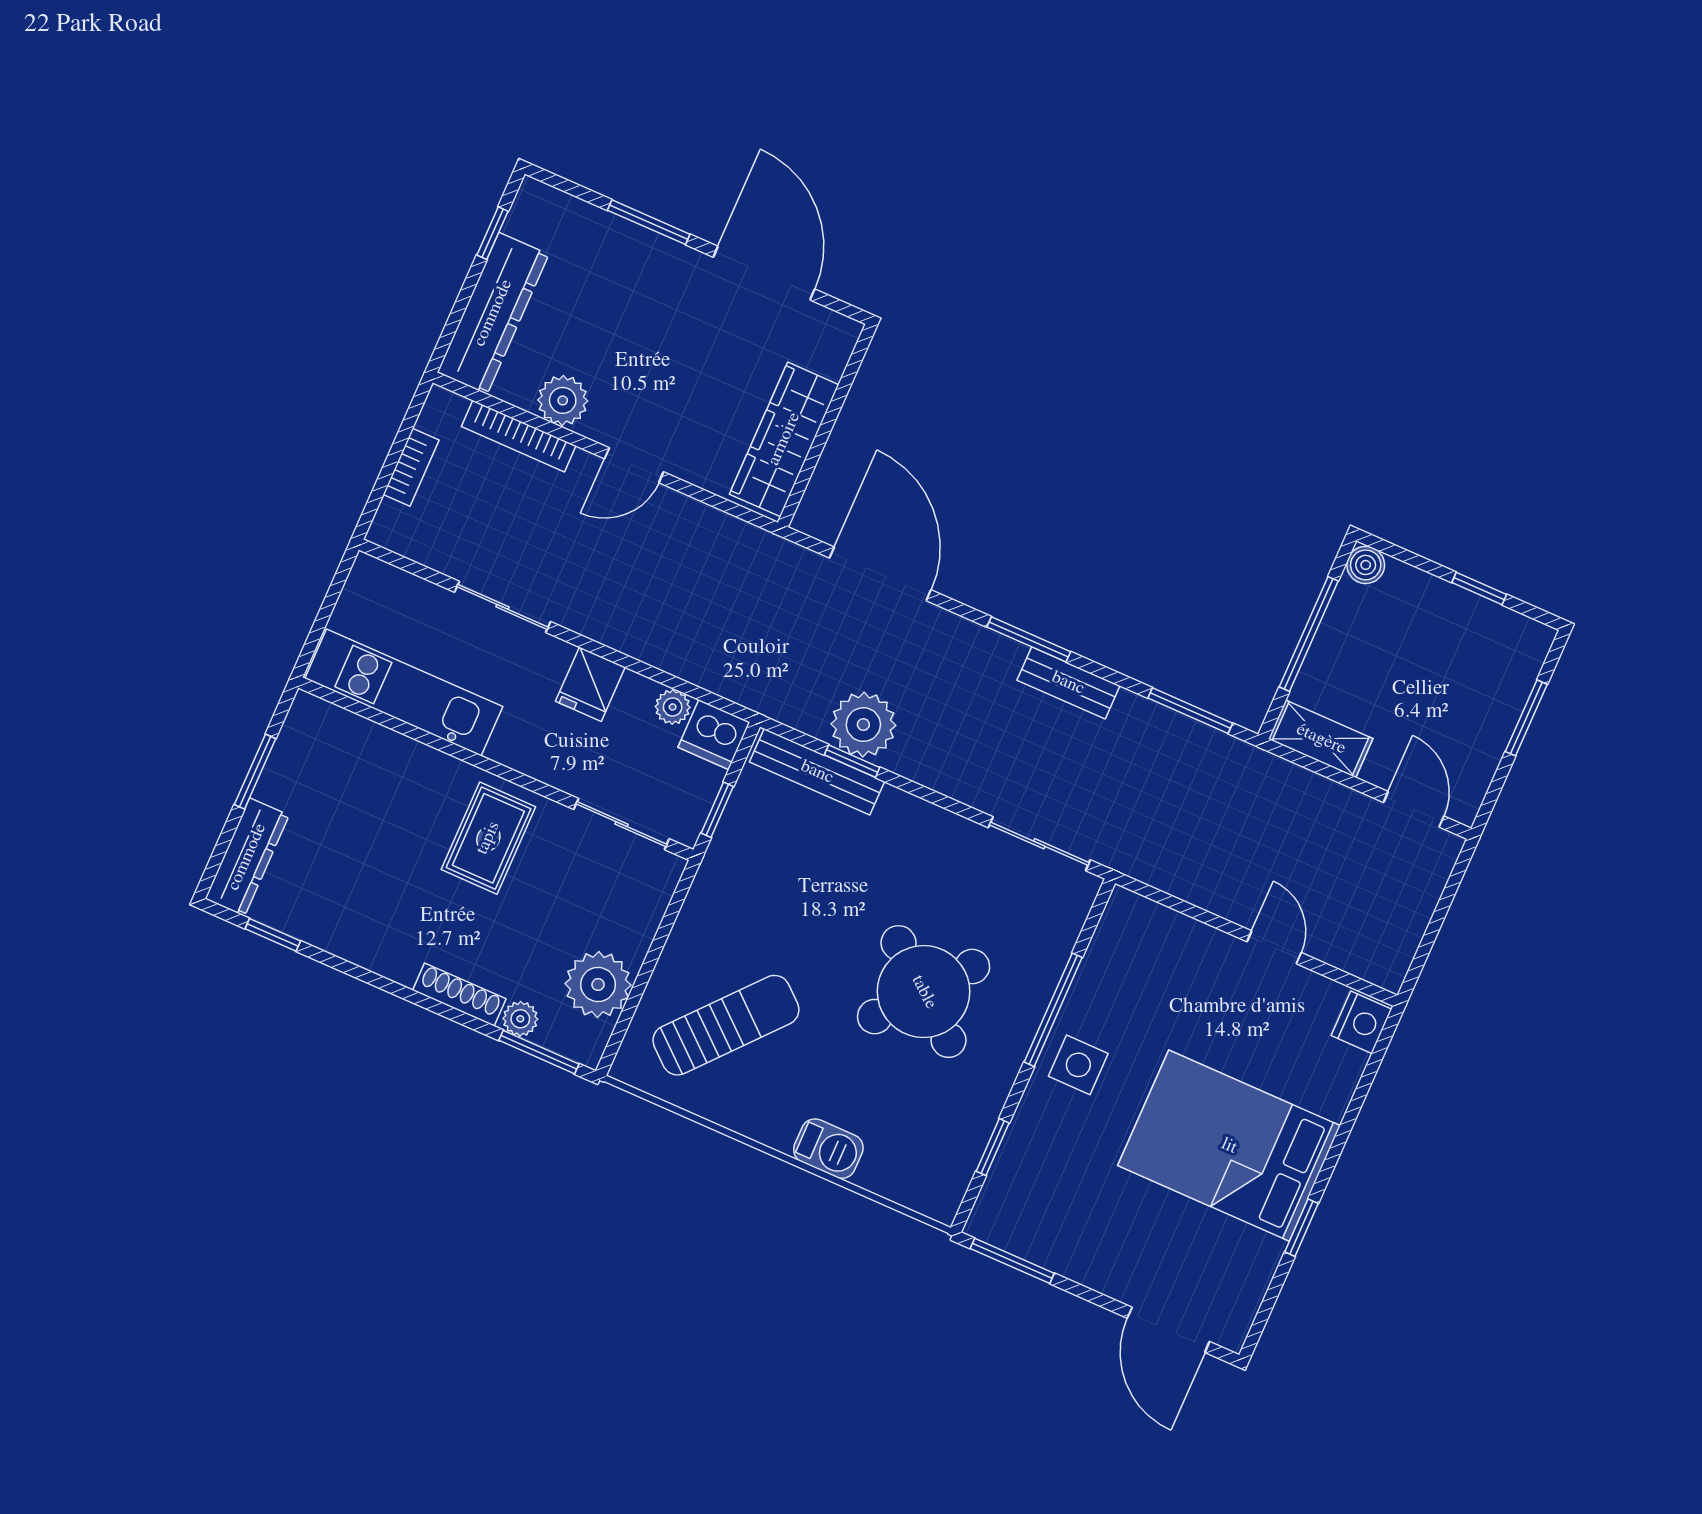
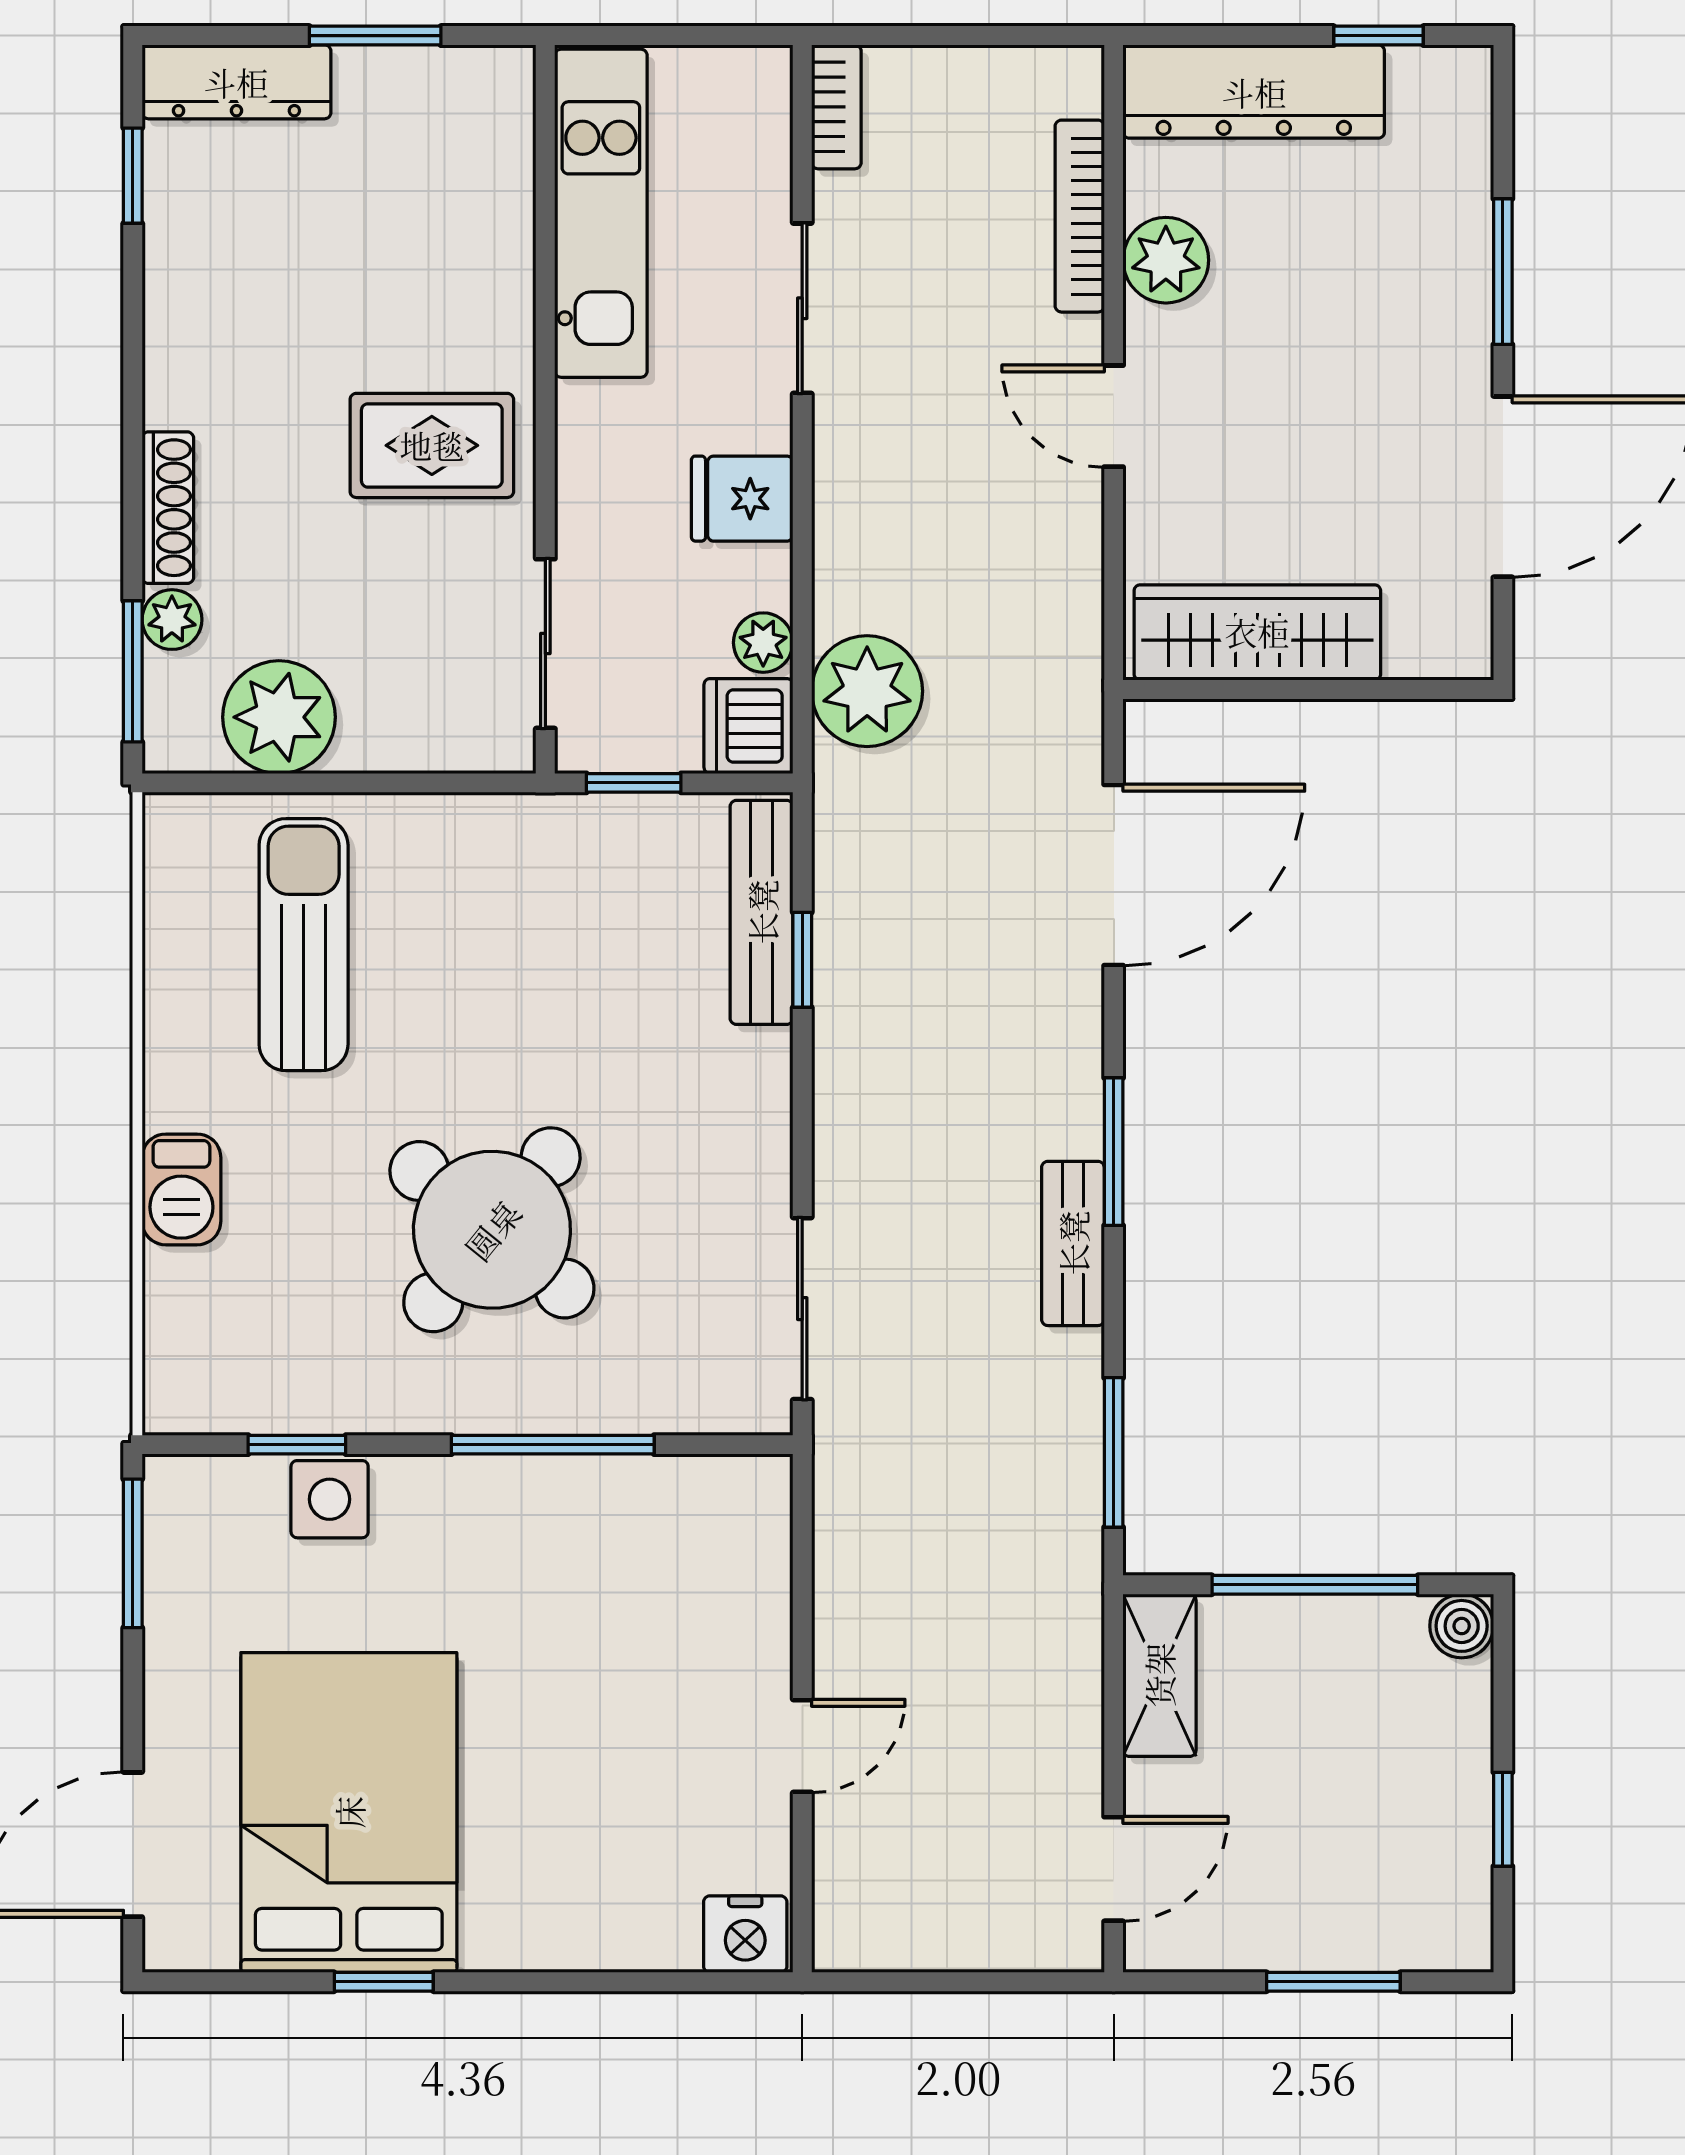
bookcase: (411, 467) -> (836, 107), moved, turned -90
plant: (863, 725) -> (867, 691), moved
sun lounger: (726, 1025) -> (304, 945), turned -131
side table: (1078, 1065) -> (330, 1499), moved
bed: (1229, 1146) -> (349, 1812), moved

